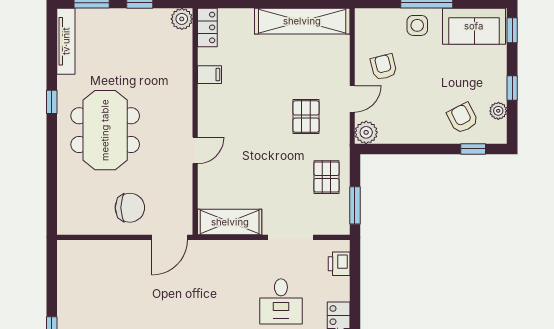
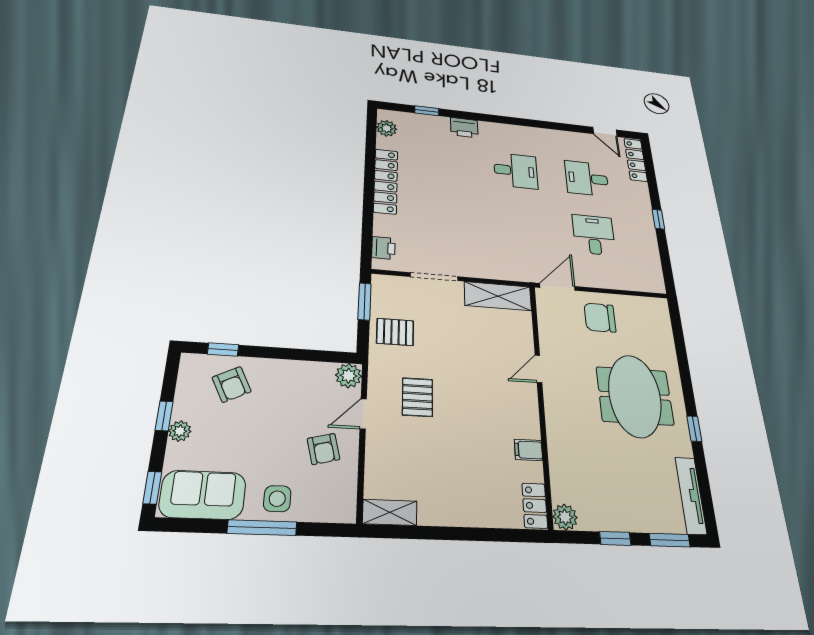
shelving: (302, 21) -> (390, 512), width x0.45, depth x0.75
plant: (498, 111) -> (180, 431), moved
pallet: (326, 177) -> (395, 332), turned 90
desk: (281, 301) -> (594, 235), moved

